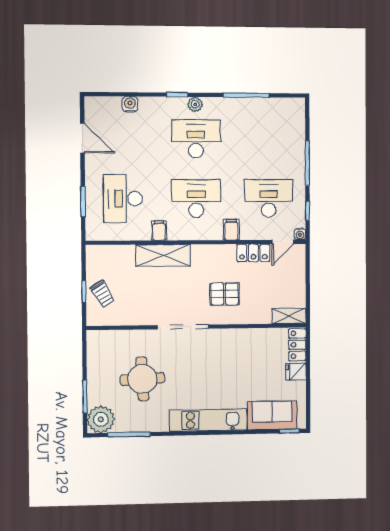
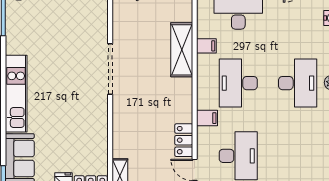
desk: (196, 198) -> (238, 83), turned 180
pallet: (225, 294) -> (143, 111), removed
round table: (142, 379) -> (59, 28), removed

